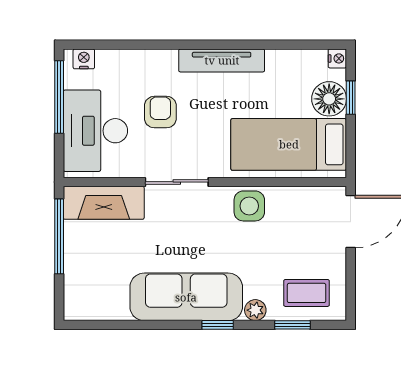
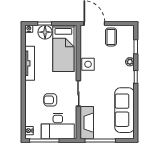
tv unit: (222, 60) -> (30, 63), moved
coffee table: (307, 293) -> (111, 37), moved
sofa: (186, 297) -> (125, 110), moved

